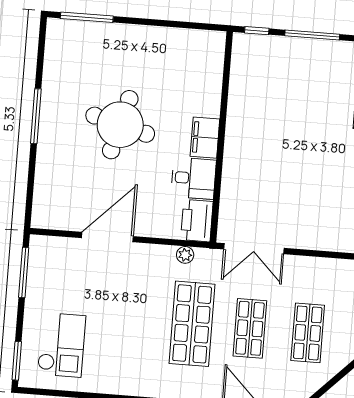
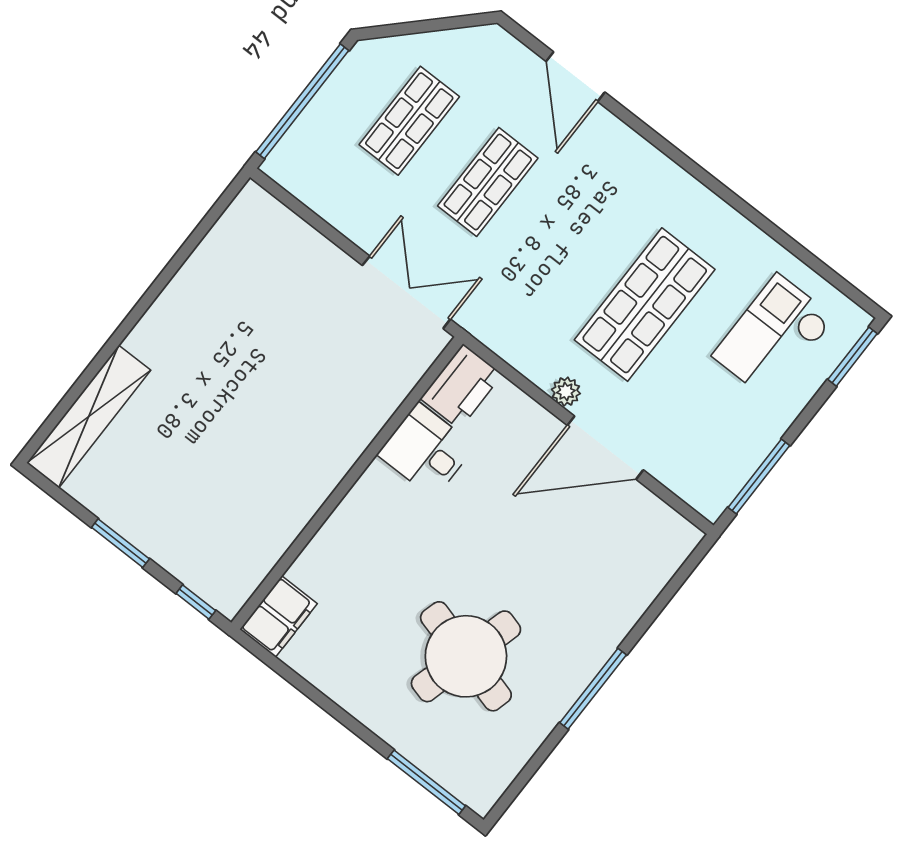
window: (312, 35) -> (120, 543), width x0.69
round table: (120, 125) -> (466, 656), moved
filing cabinet: (205, 138) -> (279, 617), moved
plant: (185, 255) -> (566, 392), moved
shop shelf: (192, 324) -> (645, 305), moved

